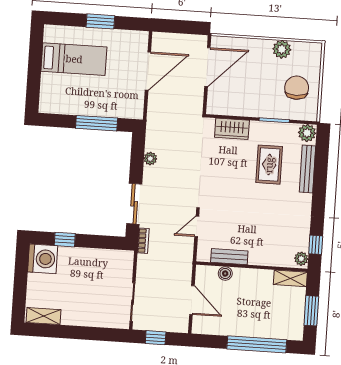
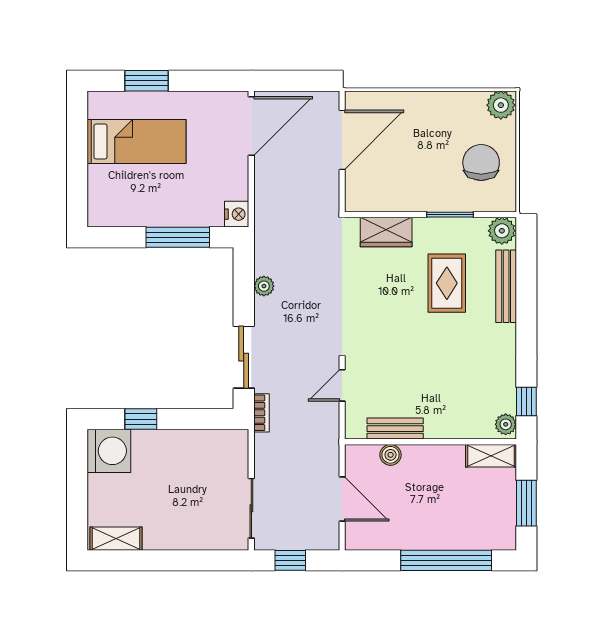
window: (100, 21) -> (146, 81), moved
plant: (282, 49) -> (501, 105), moved
door: (148, 71) -> (251, 126), moved
nightstand: (136, 111) -> (237, 214), added

